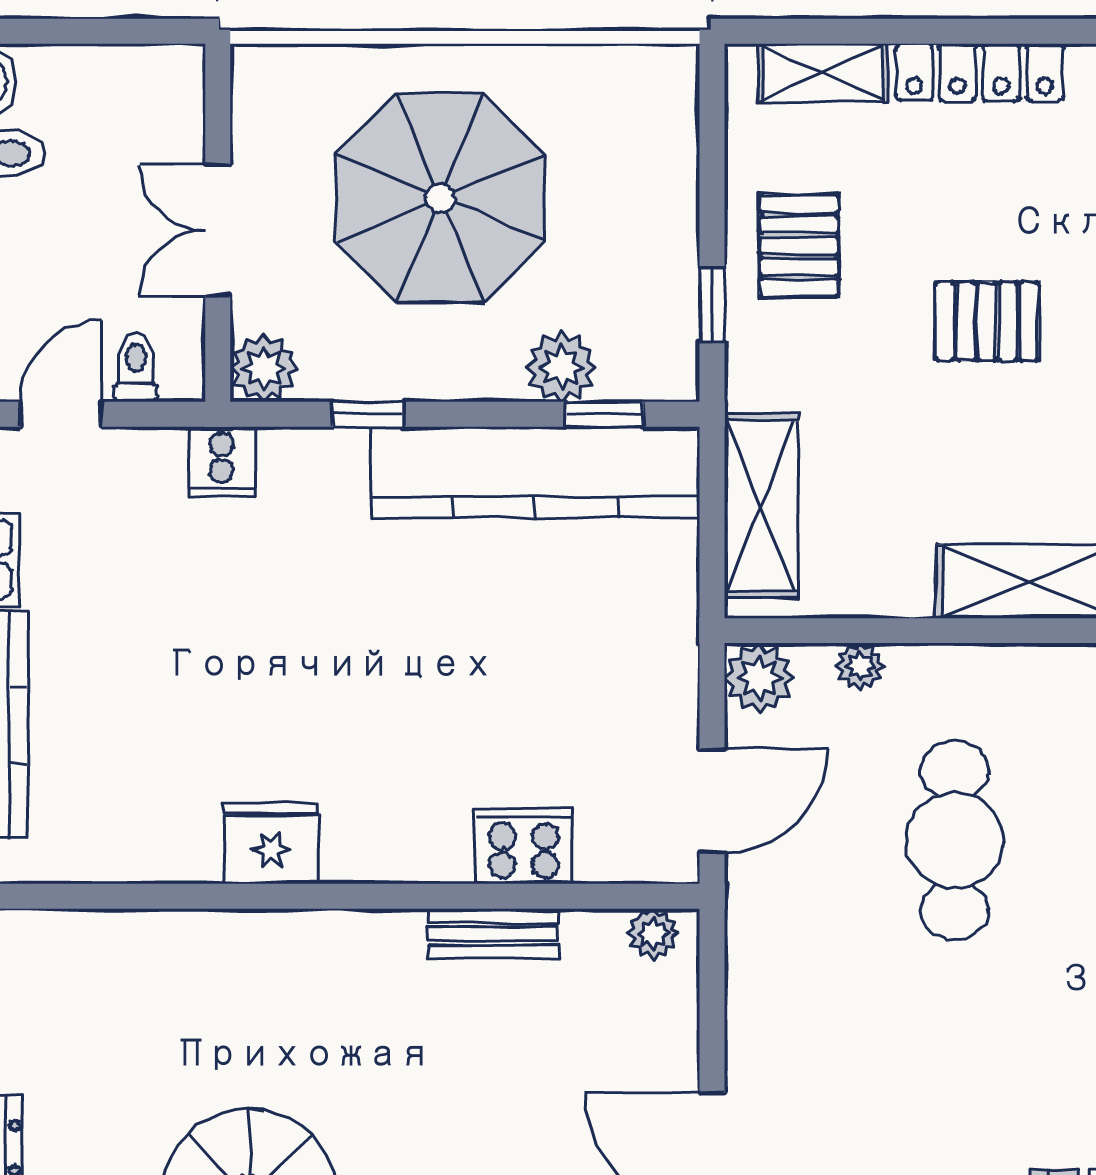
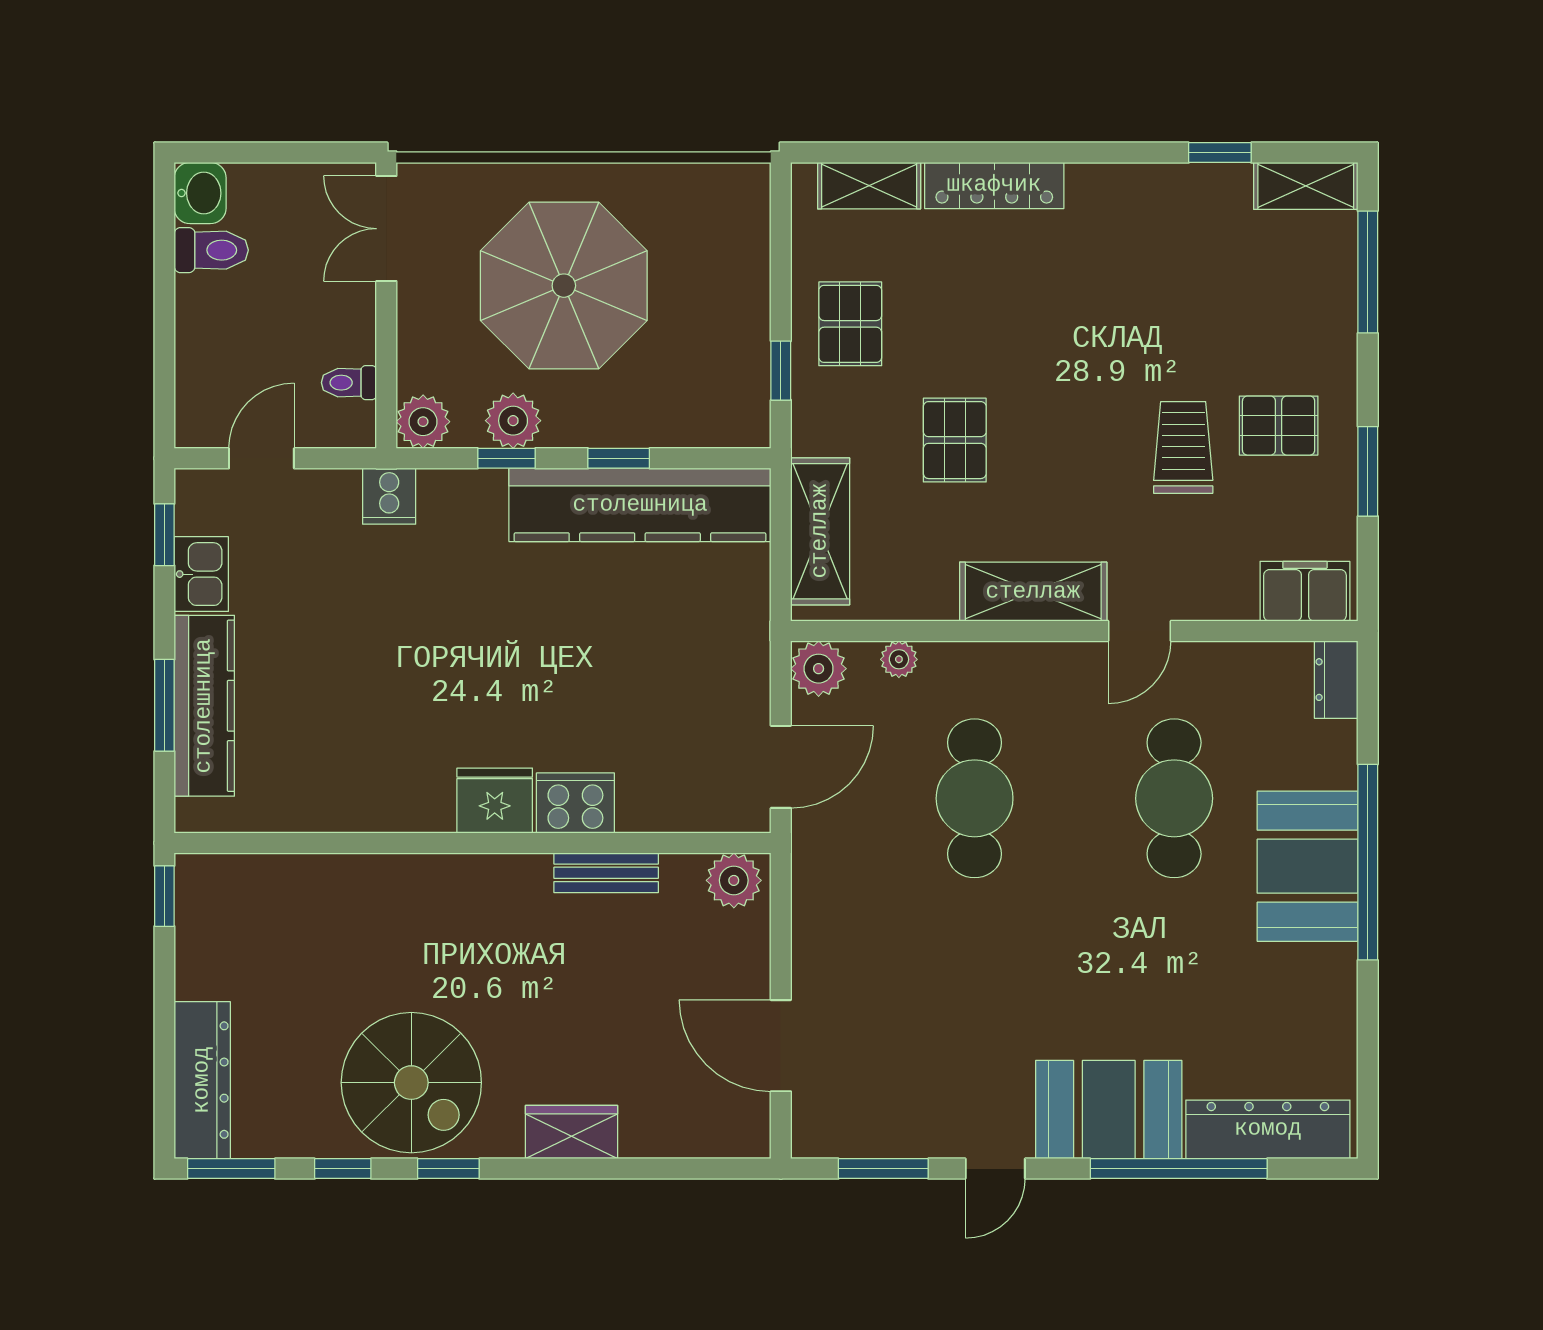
double door: (218, 231) -> (386, 229), moved
pallet: (987, 321) -> (955, 440), moved, turned 90
toilet: (136, 367) -> (349, 383), moved, turned -90
plant: (561, 367) -> (513, 421), moved
window: (605, 414) -> (619, 458), moved
fridge: (271, 843) -> (495, 801), moved
cooker: (524, 846) -> (575, 803), moved
plant: (653, 934) -> (734, 880), width x1.38, depth x1.38

